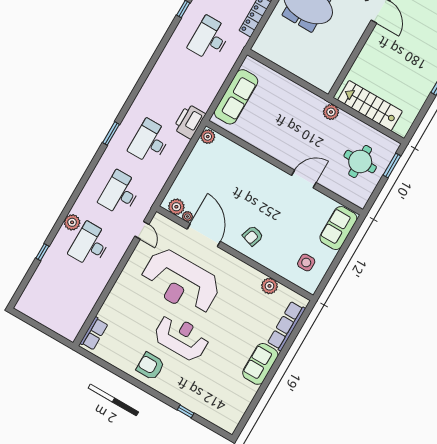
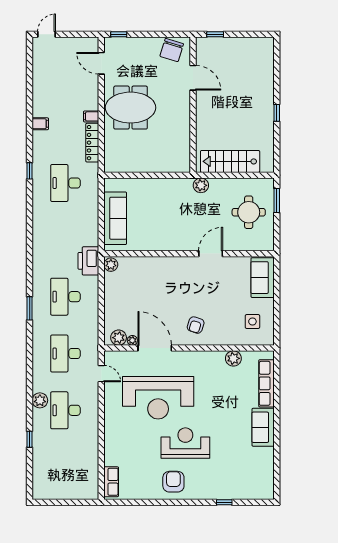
armchair: (150, 366) -> (173, 482), turned 90

